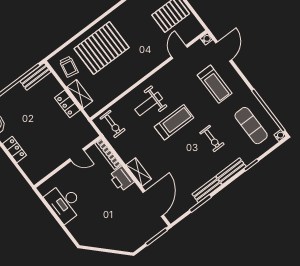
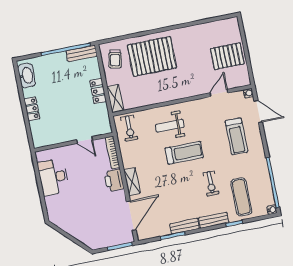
door: (224, 51) -> (258, 111), hinge flipped
shelving: (80, 94) -> (115, 99), moved
exercise mat: (251, 126) -> (241, 197), moved

